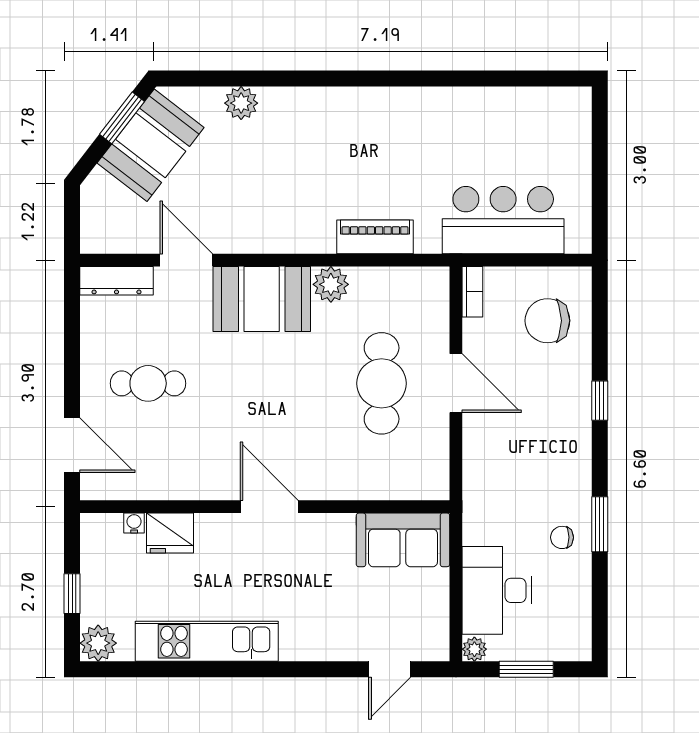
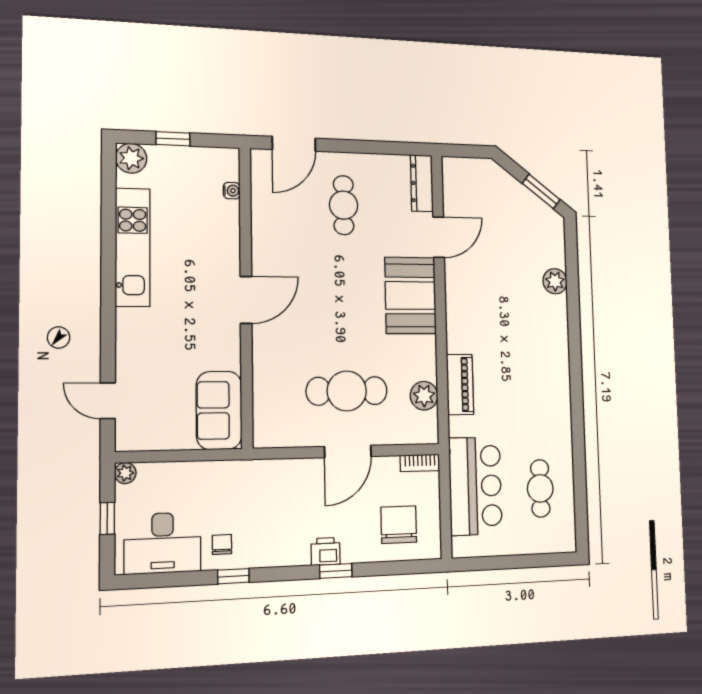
cafe table: (509, 133) -> (540, 488), added
booth: (151, 145) -> (522, 212), removed
plant: (331, 284) -> (424, 396), moved
printer: (576, 413) -> (326, 551), added
window: (600, 524) -> (233, 576), width x0.67
fridge: (170, 533) -> (224, 219), removed
desk: (497, 590) -> (163, 543), moved, turned 180
window: (526, 669) -> (107, 518), width x0.67

